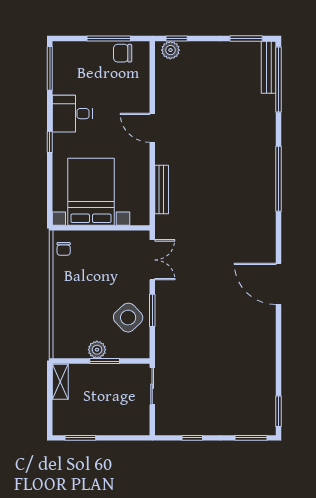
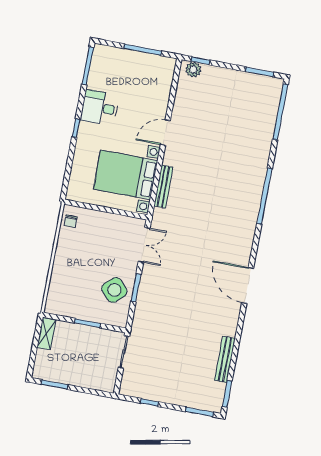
chair: (123, 53) -> (152, 64), removed
bench: (269, 67) -> (225, 359), moved
door: (152, 128) -> (165, 133), hinge flipped
bed with nightstands: (91, 192) -> (126, 175), moved, turned -90
plant: (97, 350) -> (83, 312), removed

